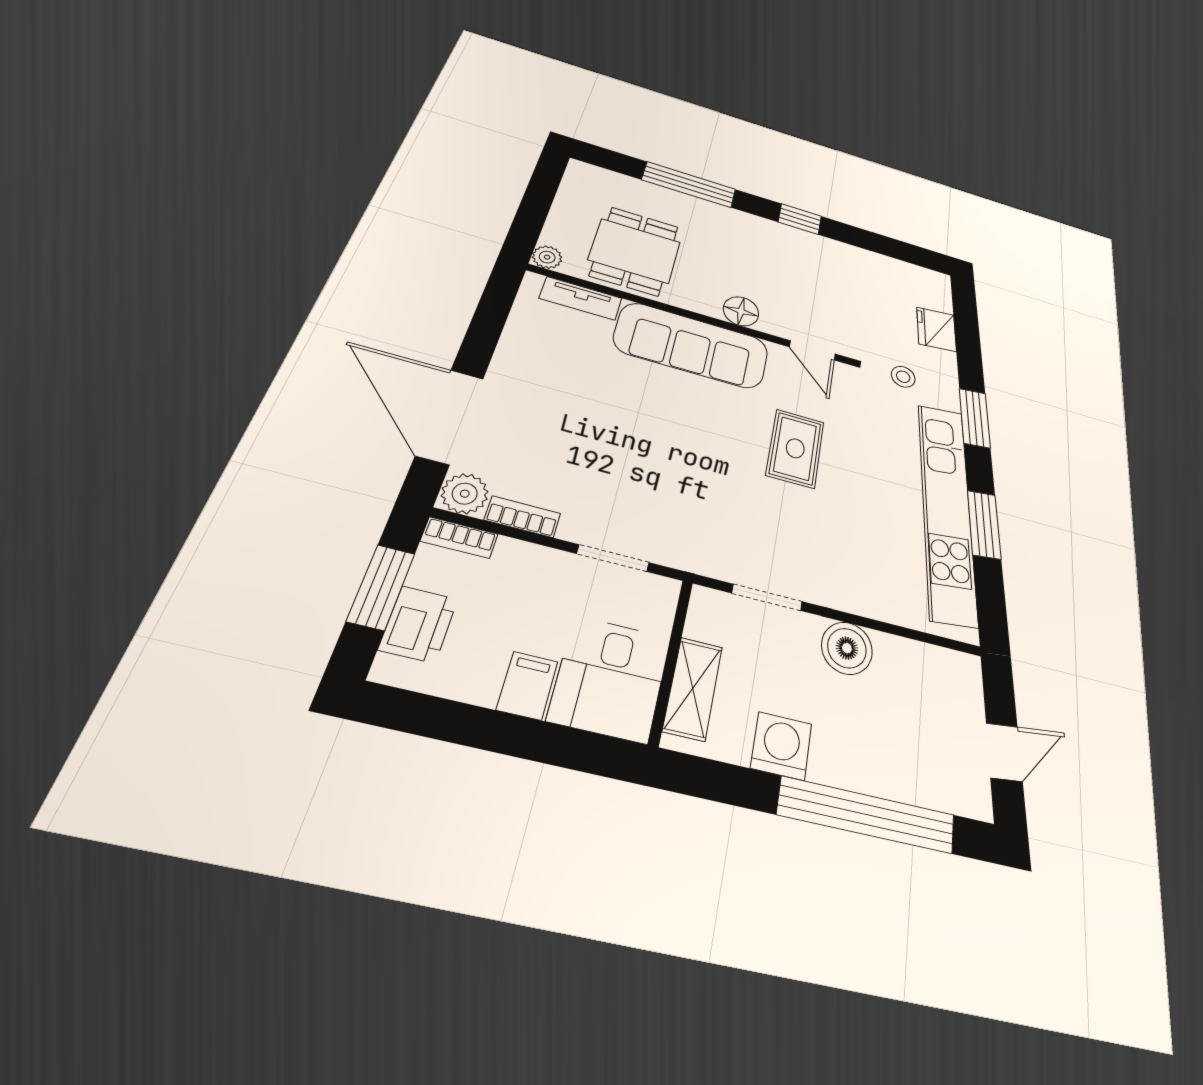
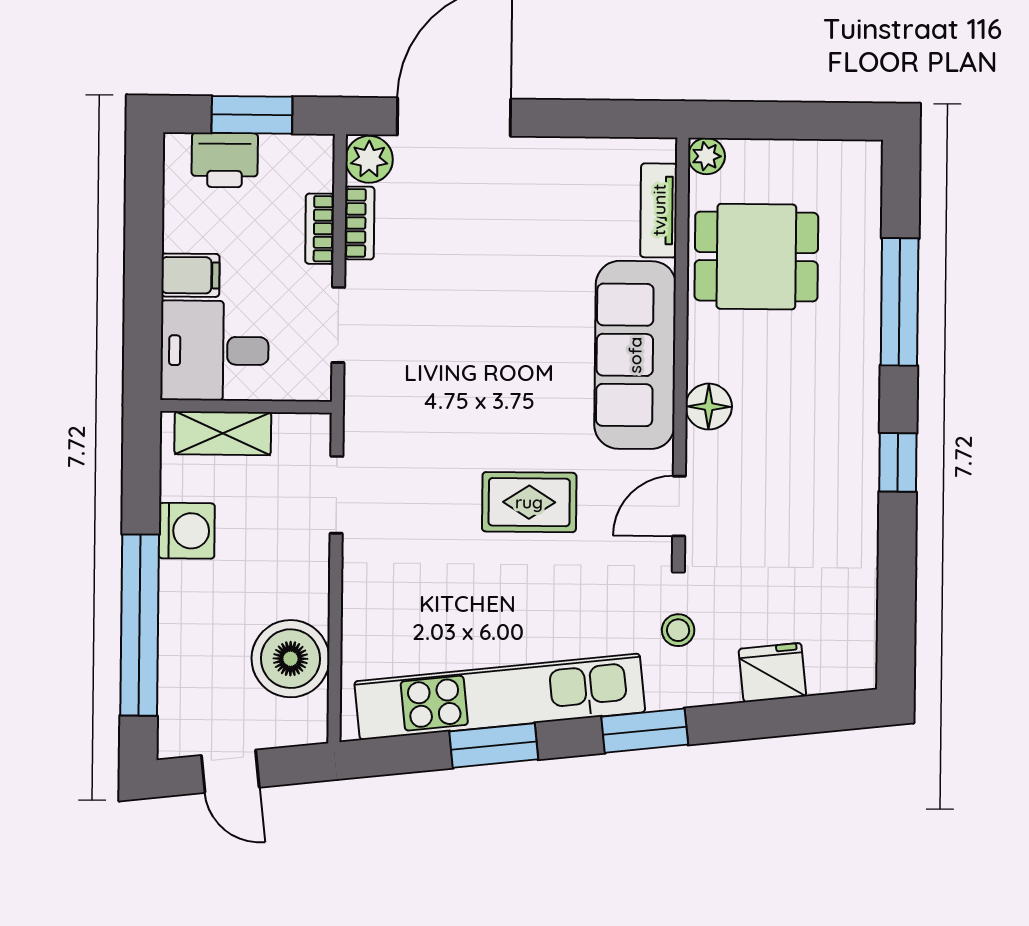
bookcase: (459, 538) -> (320, 229), moved
boiler: (847, 648) -> (290, 659), moved, width x1.37, depth x1.37

